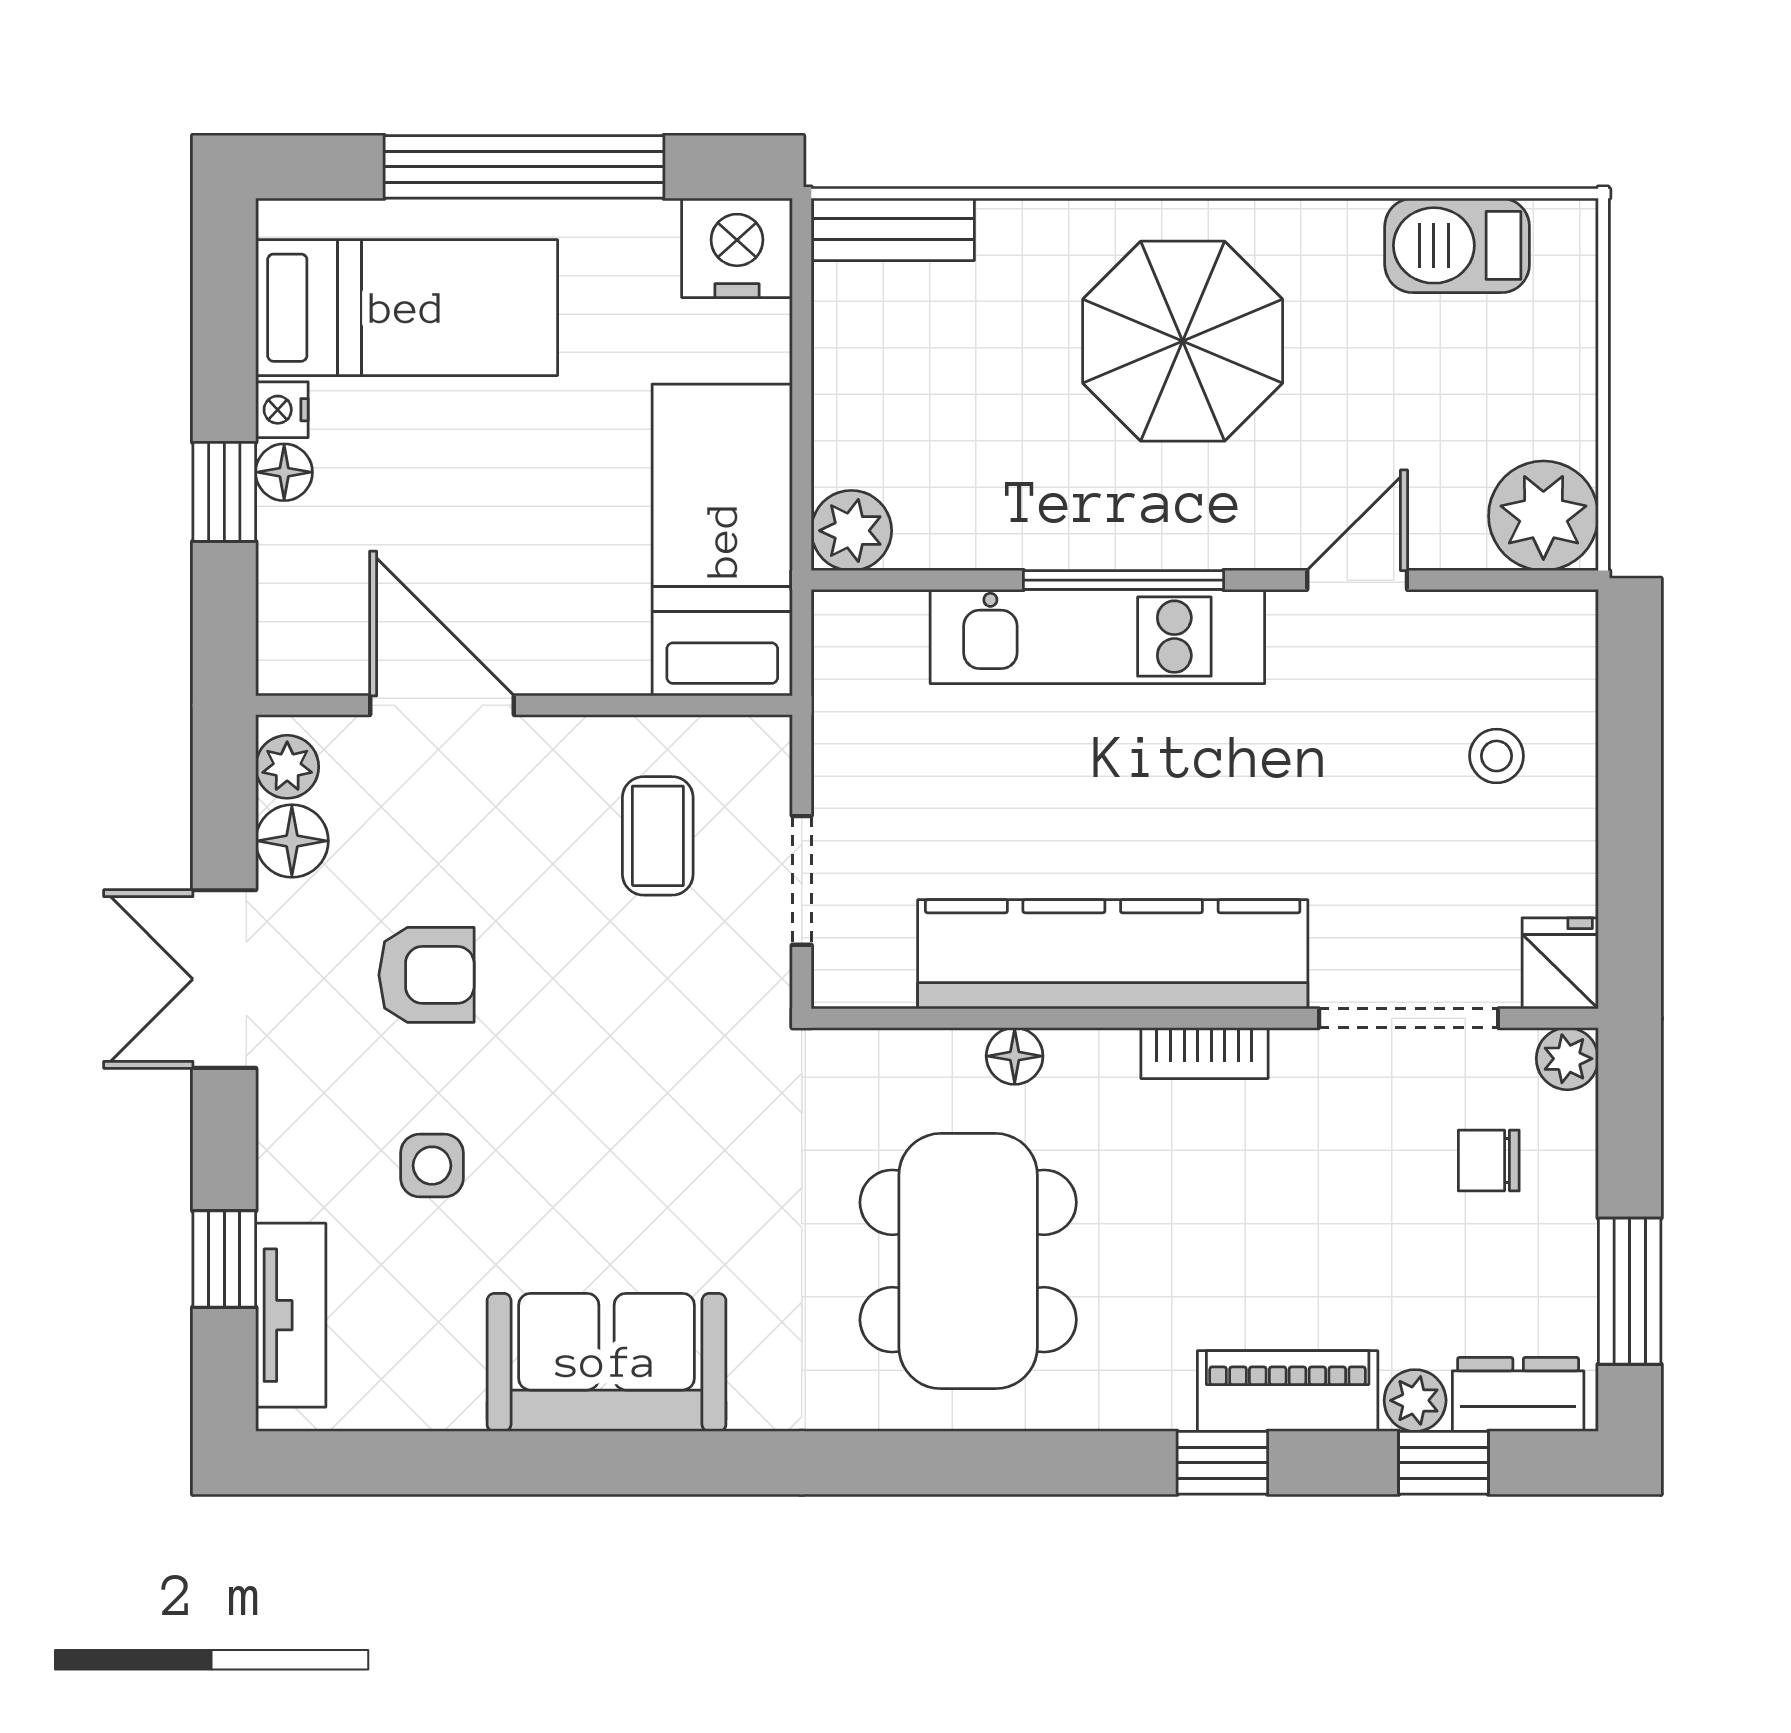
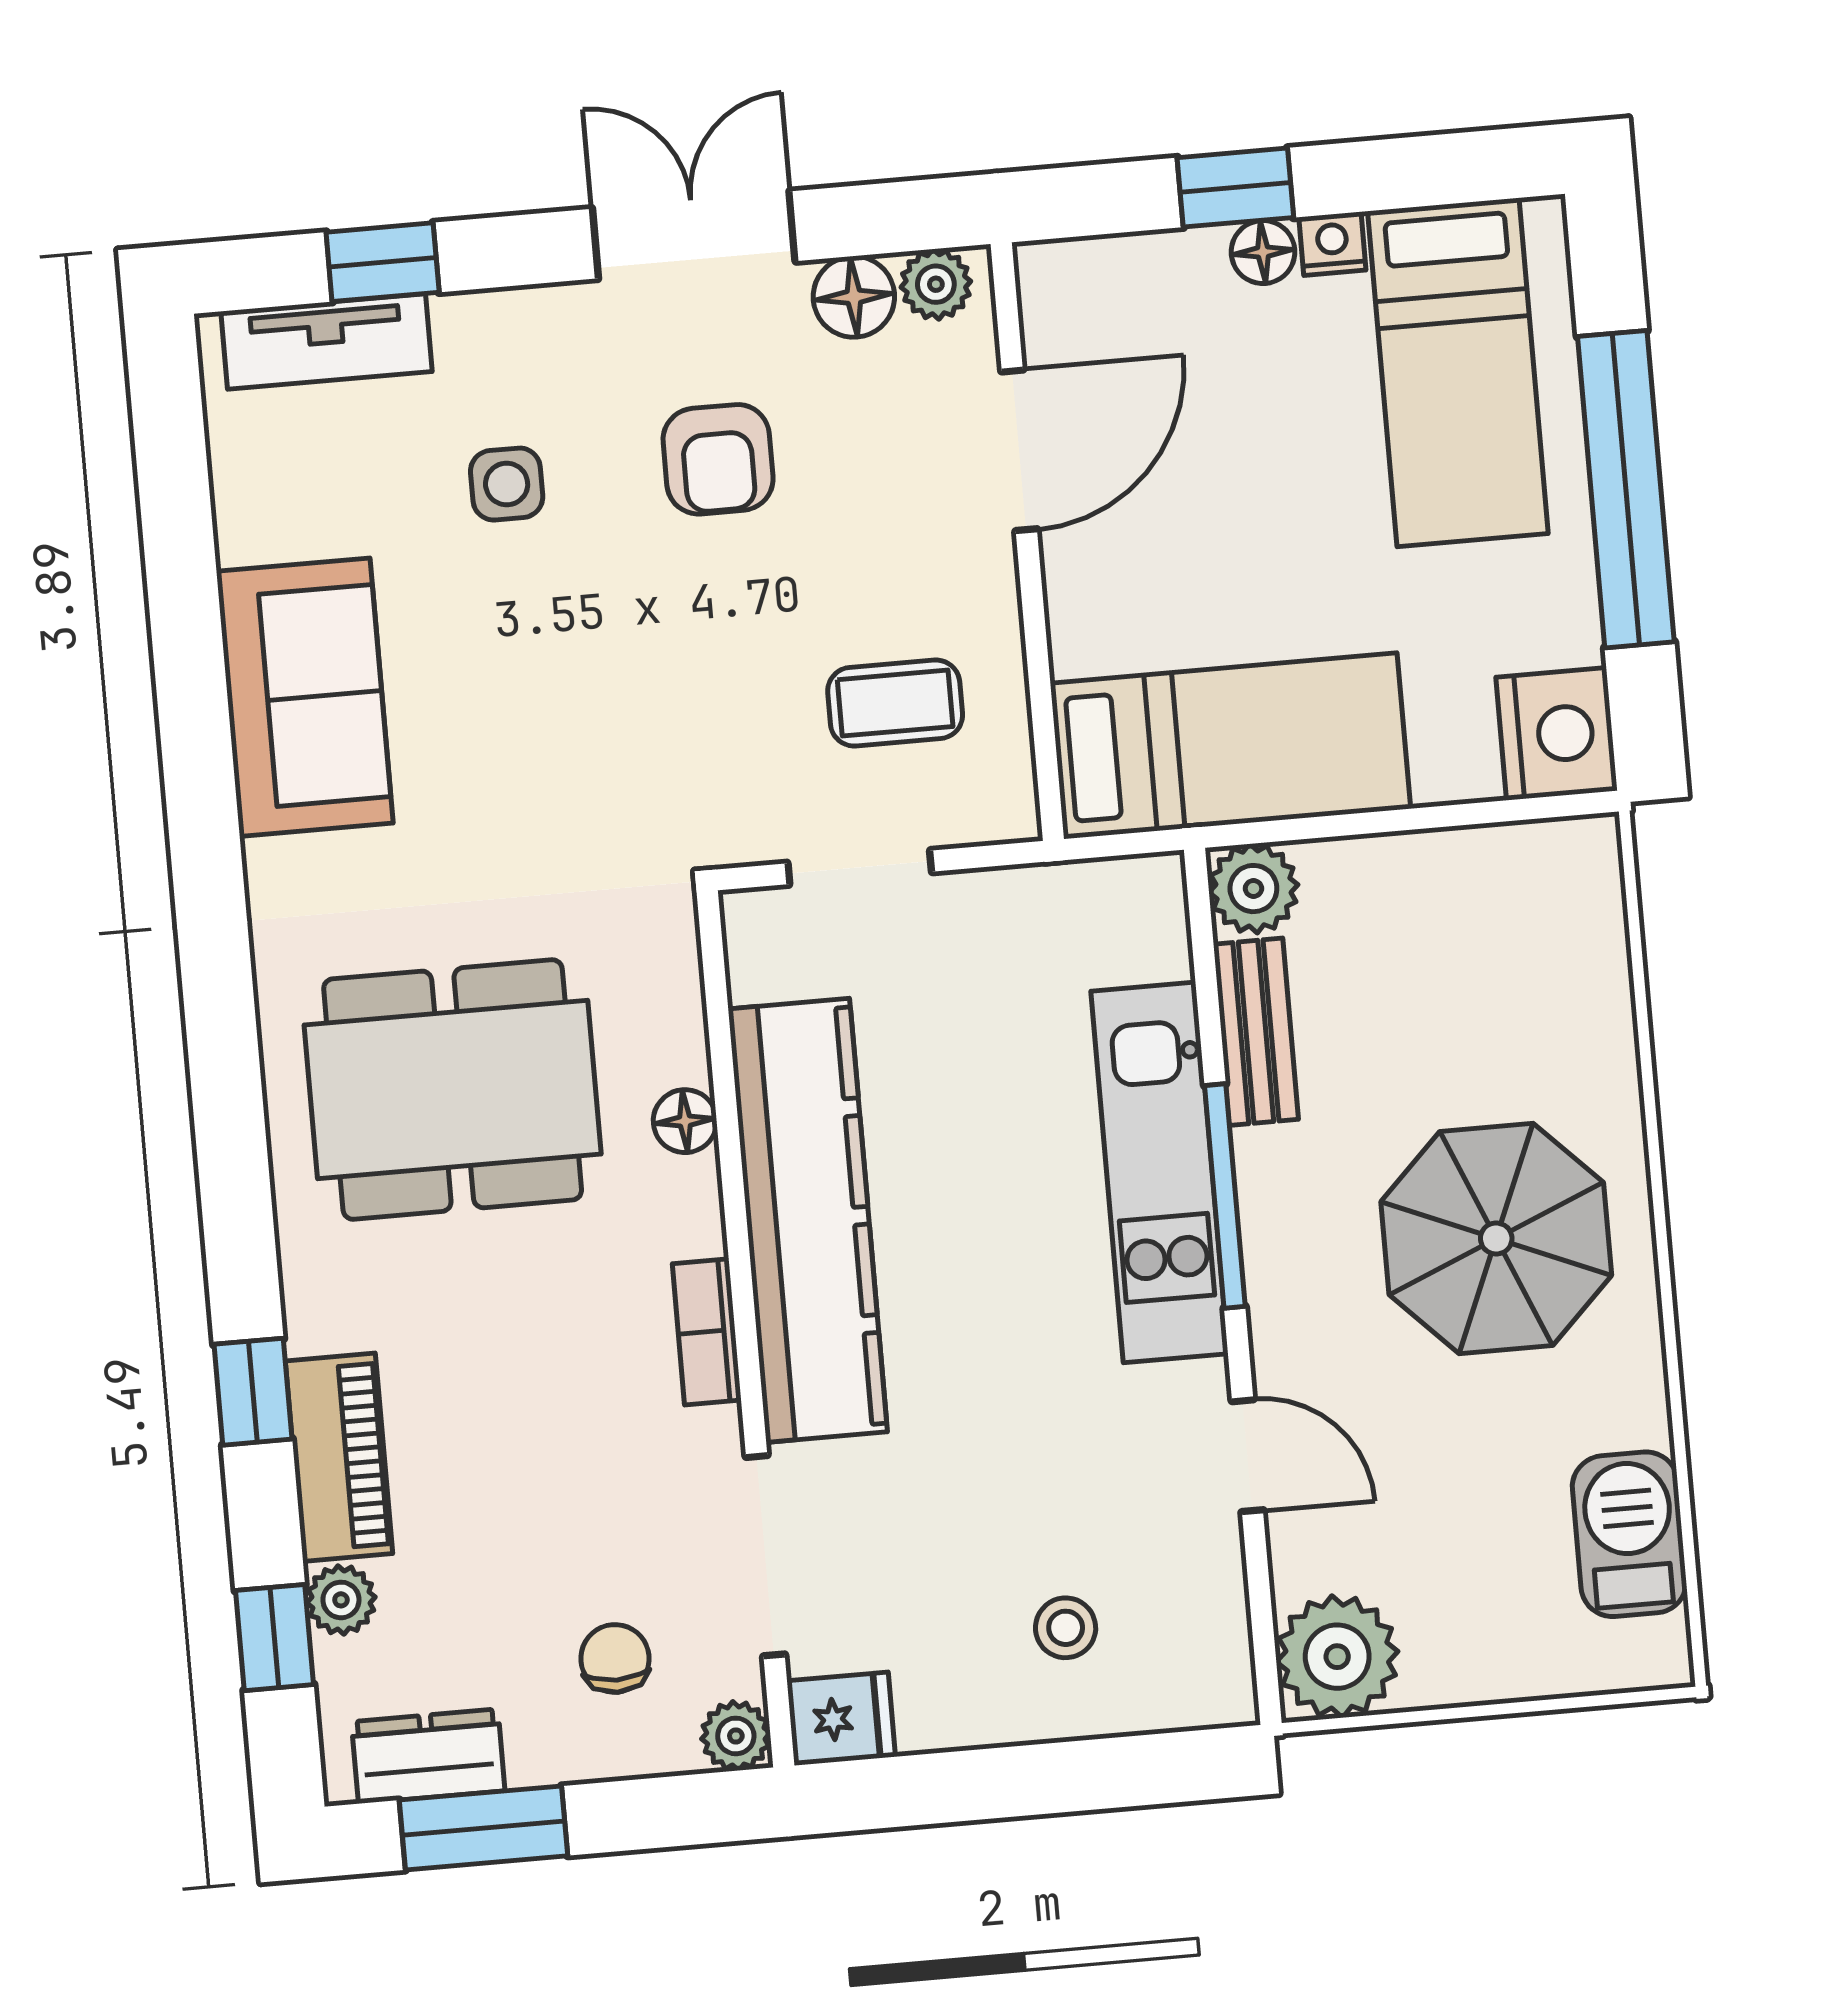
bench: (893, 229) -> (1256, 1032), moved
dresser: (1518, 1394) -> (428, 1756), moved, turned -90

